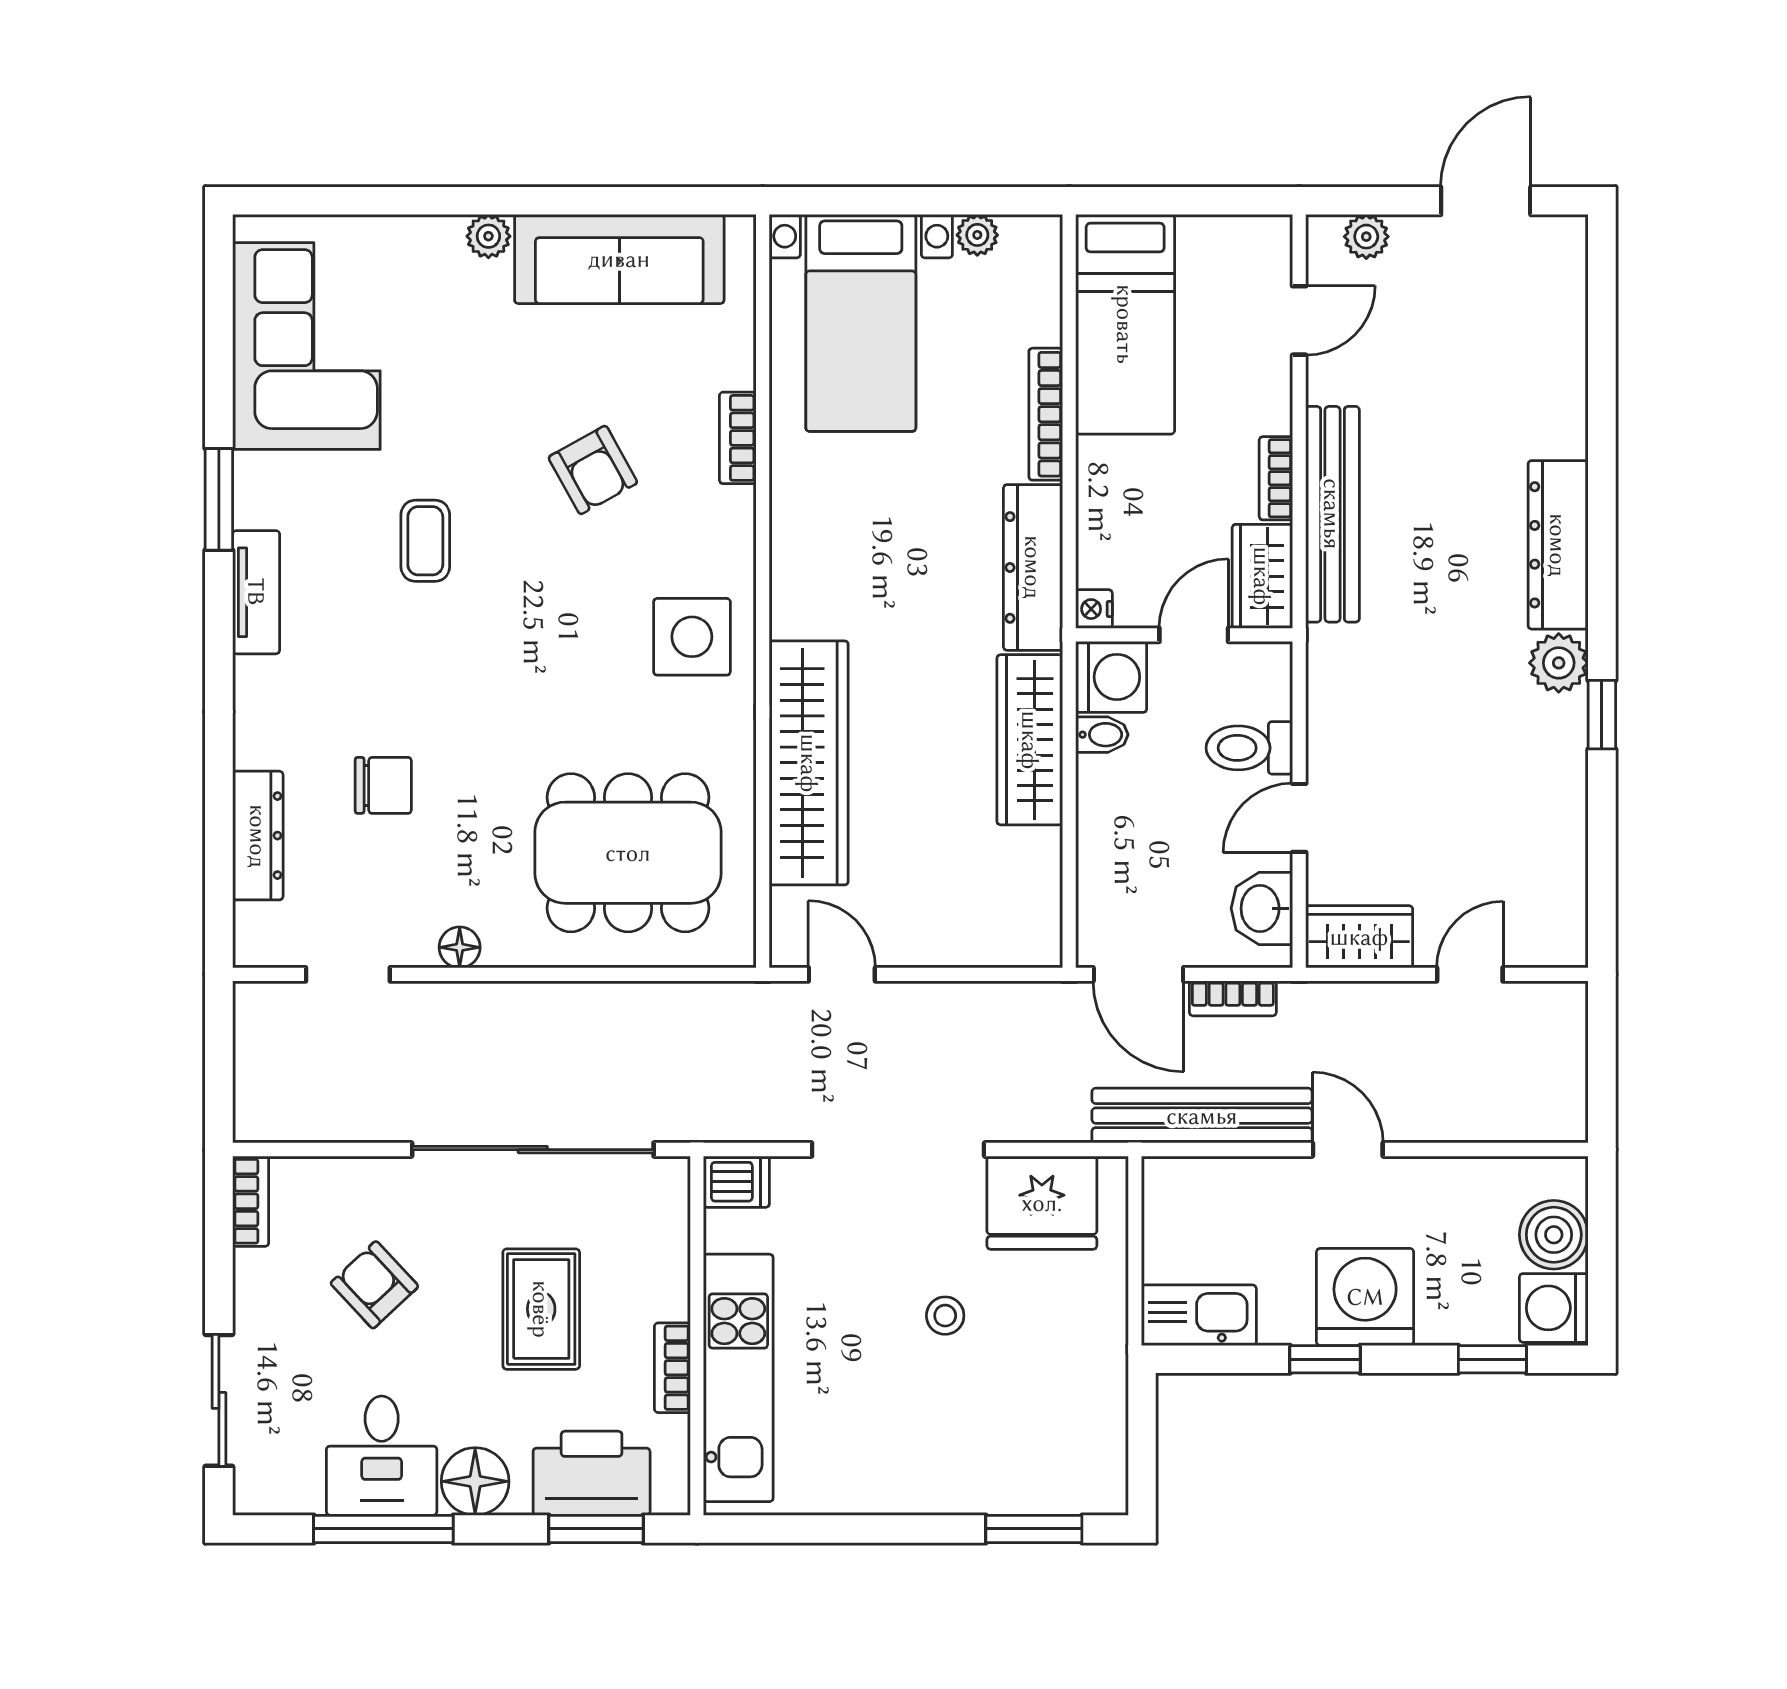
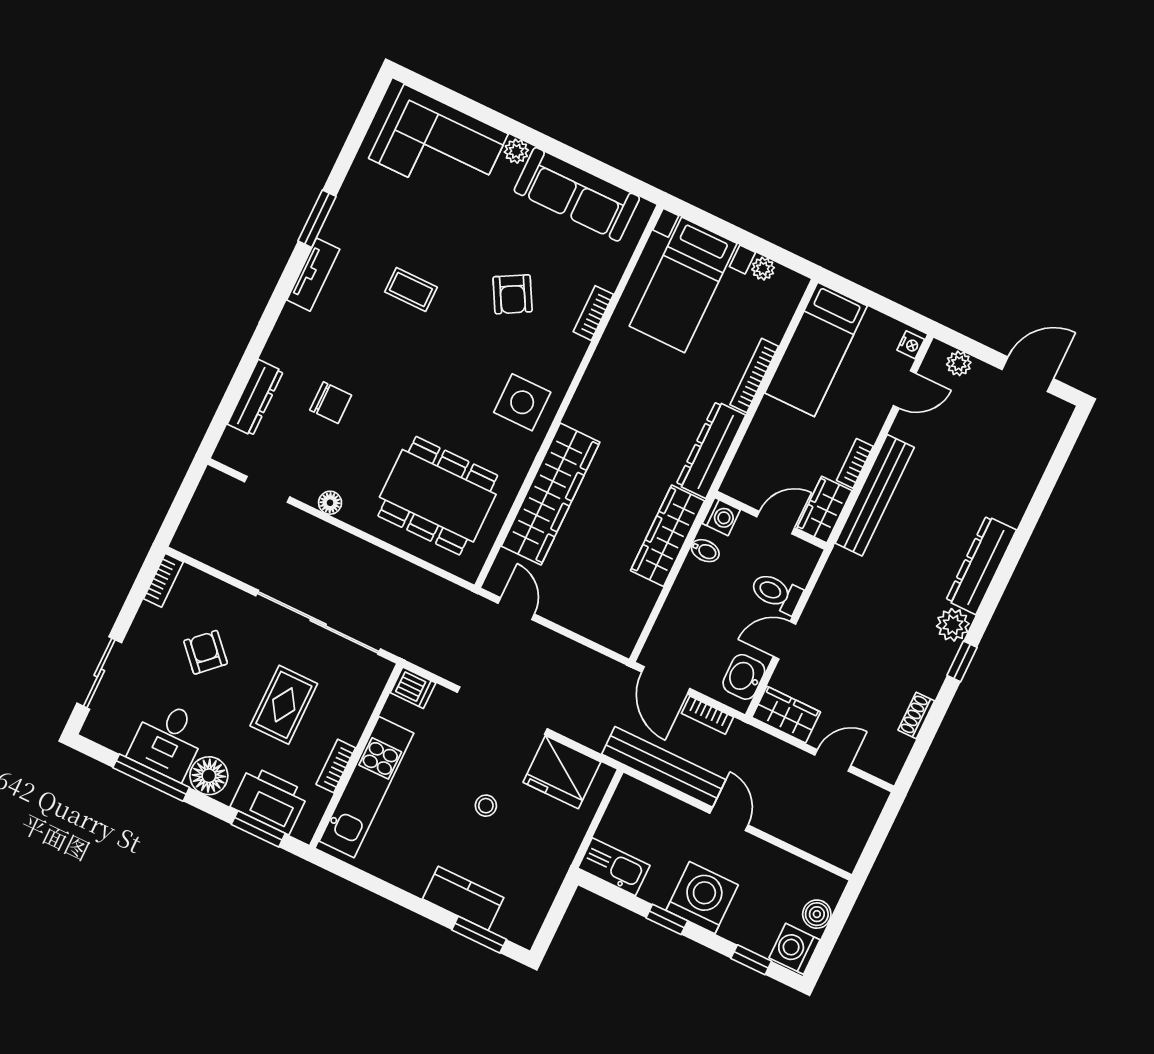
corner sofa: (306, 346) -> (438, 146), moved, turned 90
coffee table: (425, 541) -> (411, 289), turned 90
nightstand: (1094, 609) -> (911, 345), moved, turned 180
washing machine: (1111, 677) -> (721, 517), width x0.73, depth x0.73
shoe rack: (1570, 837) -> (916, 715), added
boiler: (1554, 1235) -> (817, 914), width x0.73, depth x0.73
kitchen counter: (980, 1483) -> (463, 898), added

